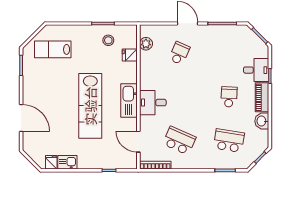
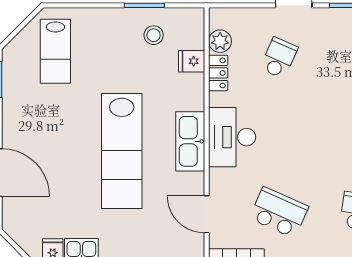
lab bench: (53, 49) -> (55, 51), turned -90
locker: (145, 62) -> (218, 73), added
desk: (153, 103) -> (232, 137), width x1.37

